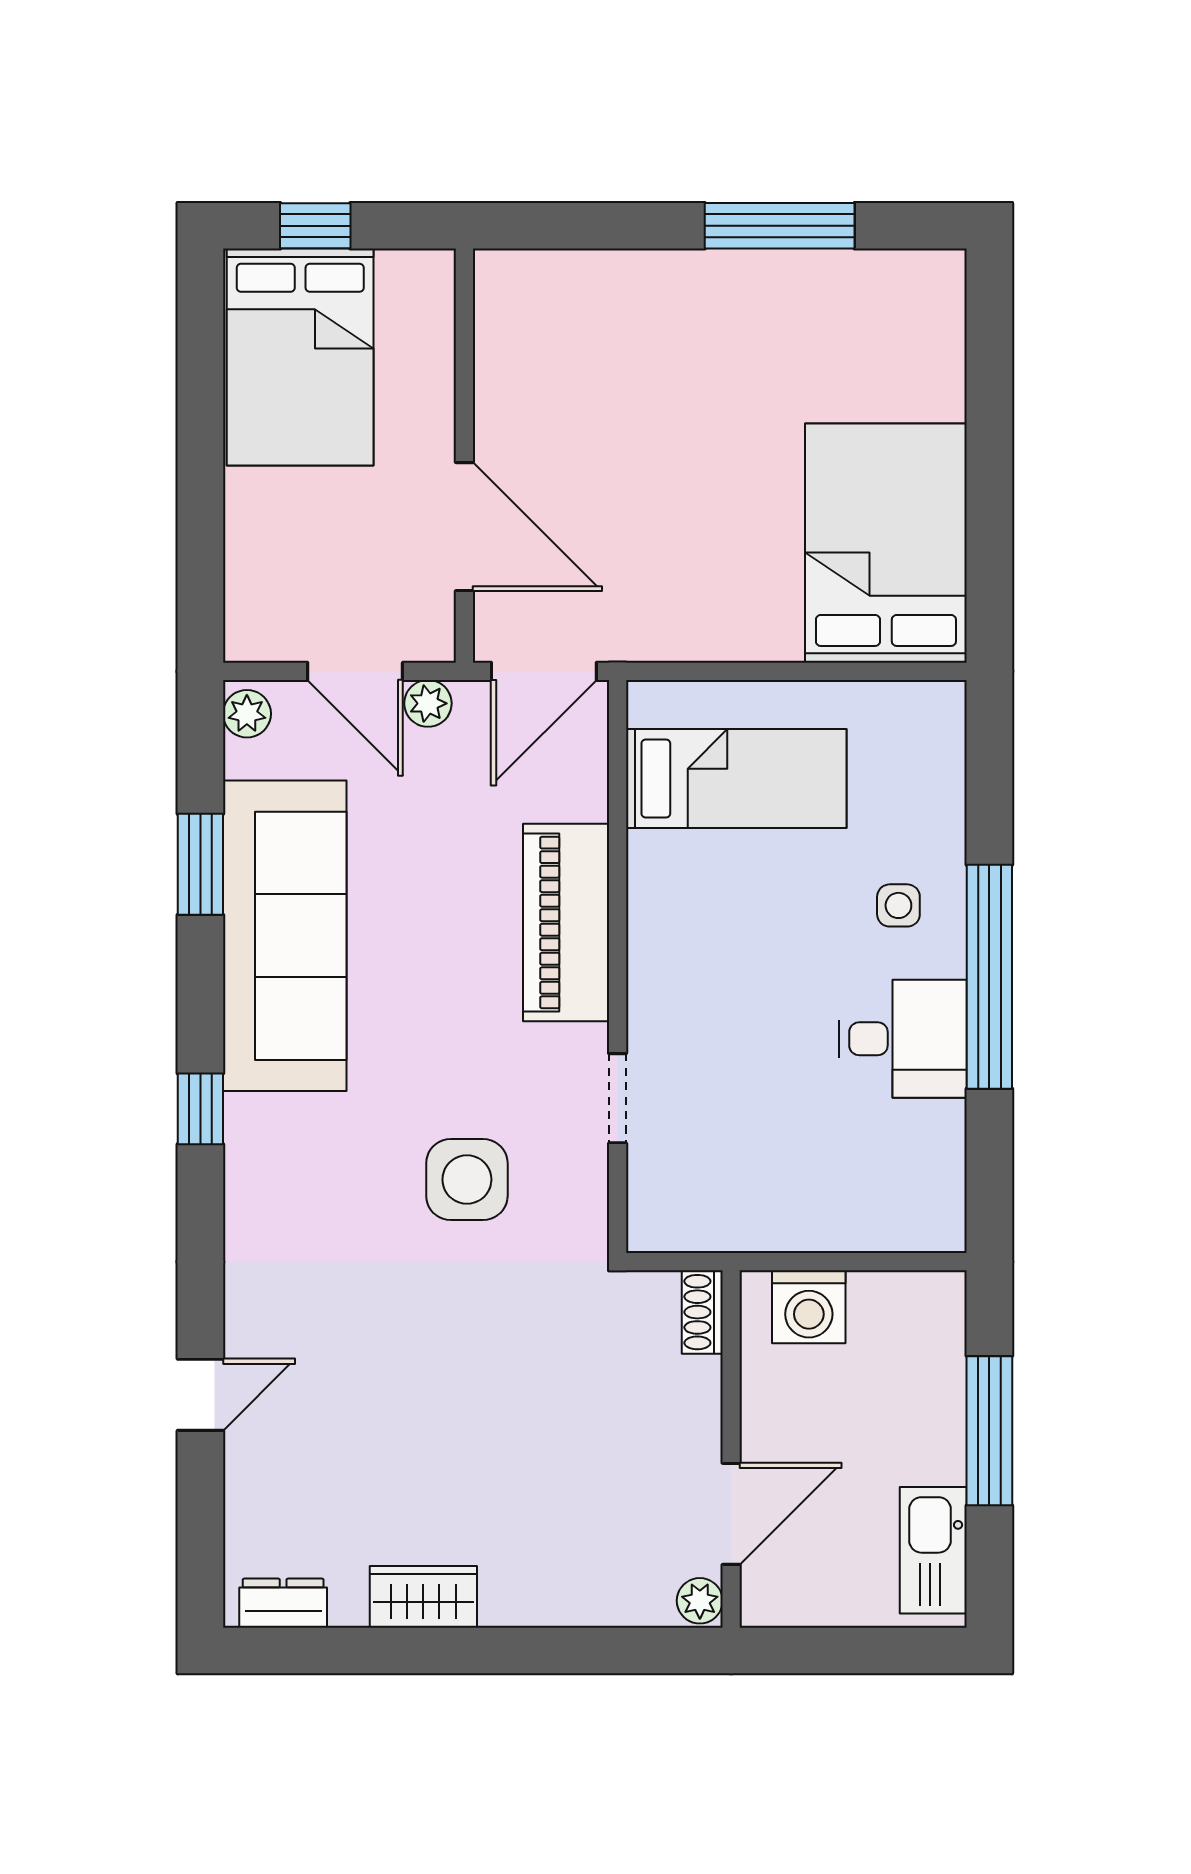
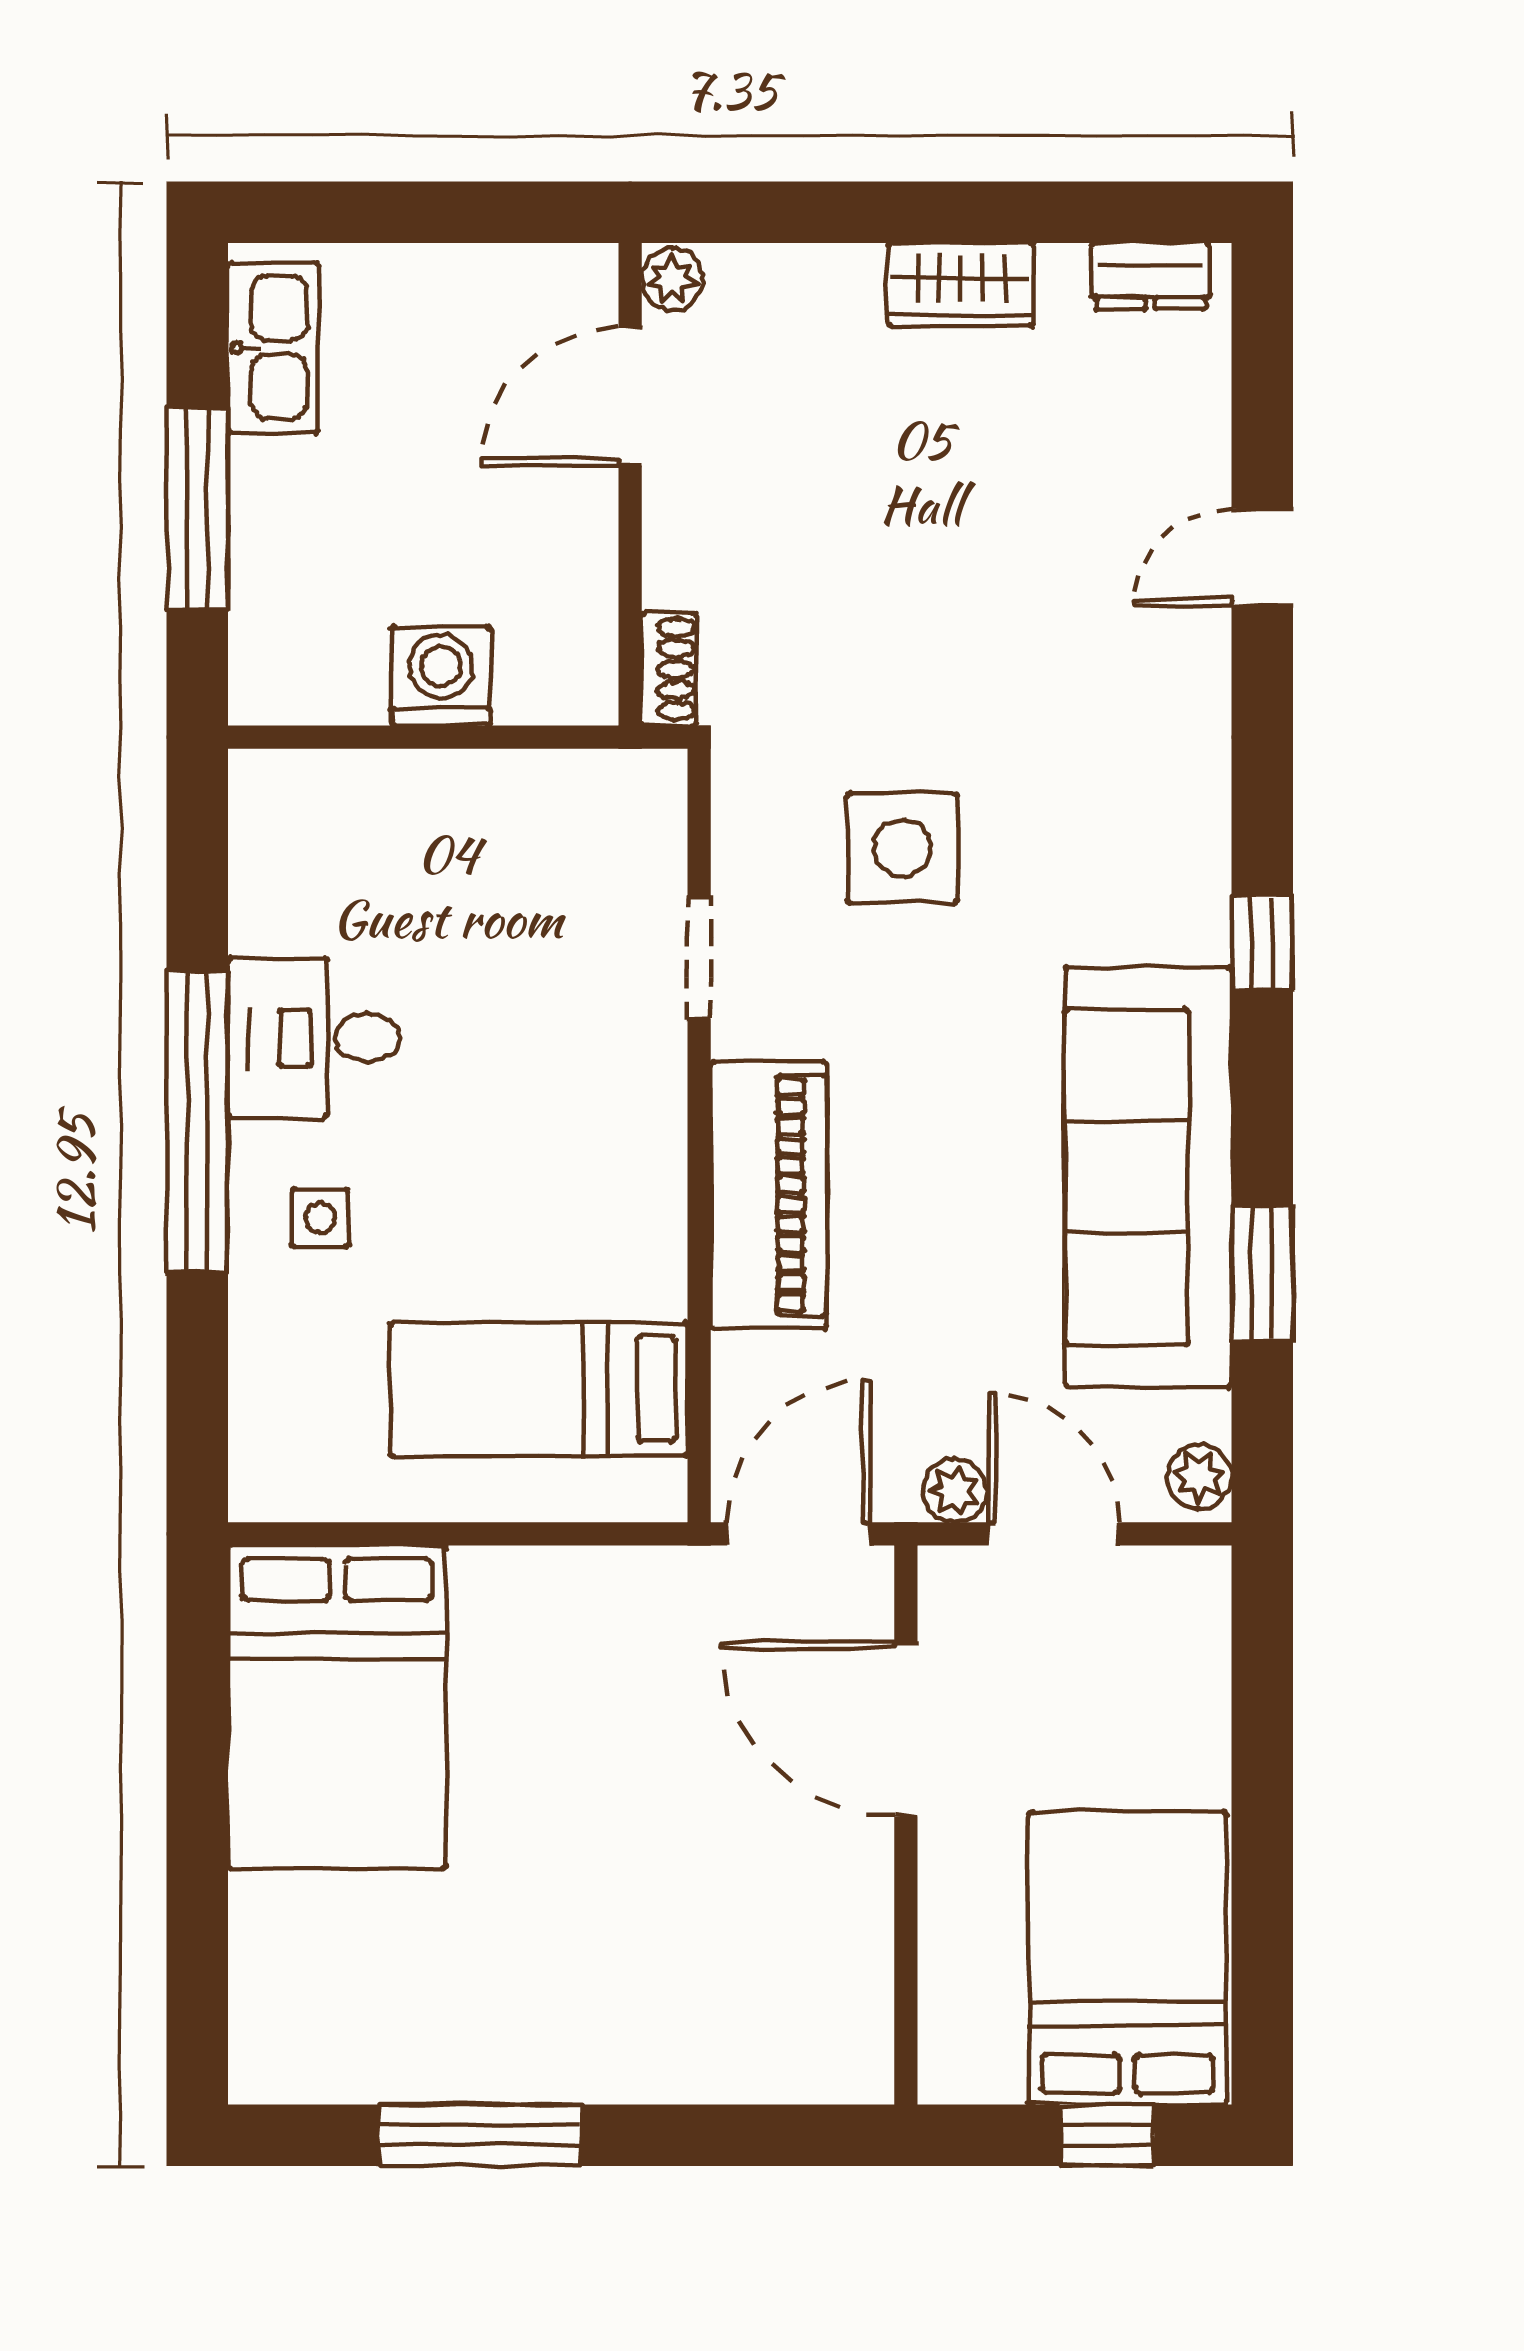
shoe rack: (702, 1312) -> (669, 669), moved
wall: (731, 1449) -> (630, 484), moved
door: (731, 1514) -> (630, 397), moved
plant: (700, 1601) -> (672, 279), moved

